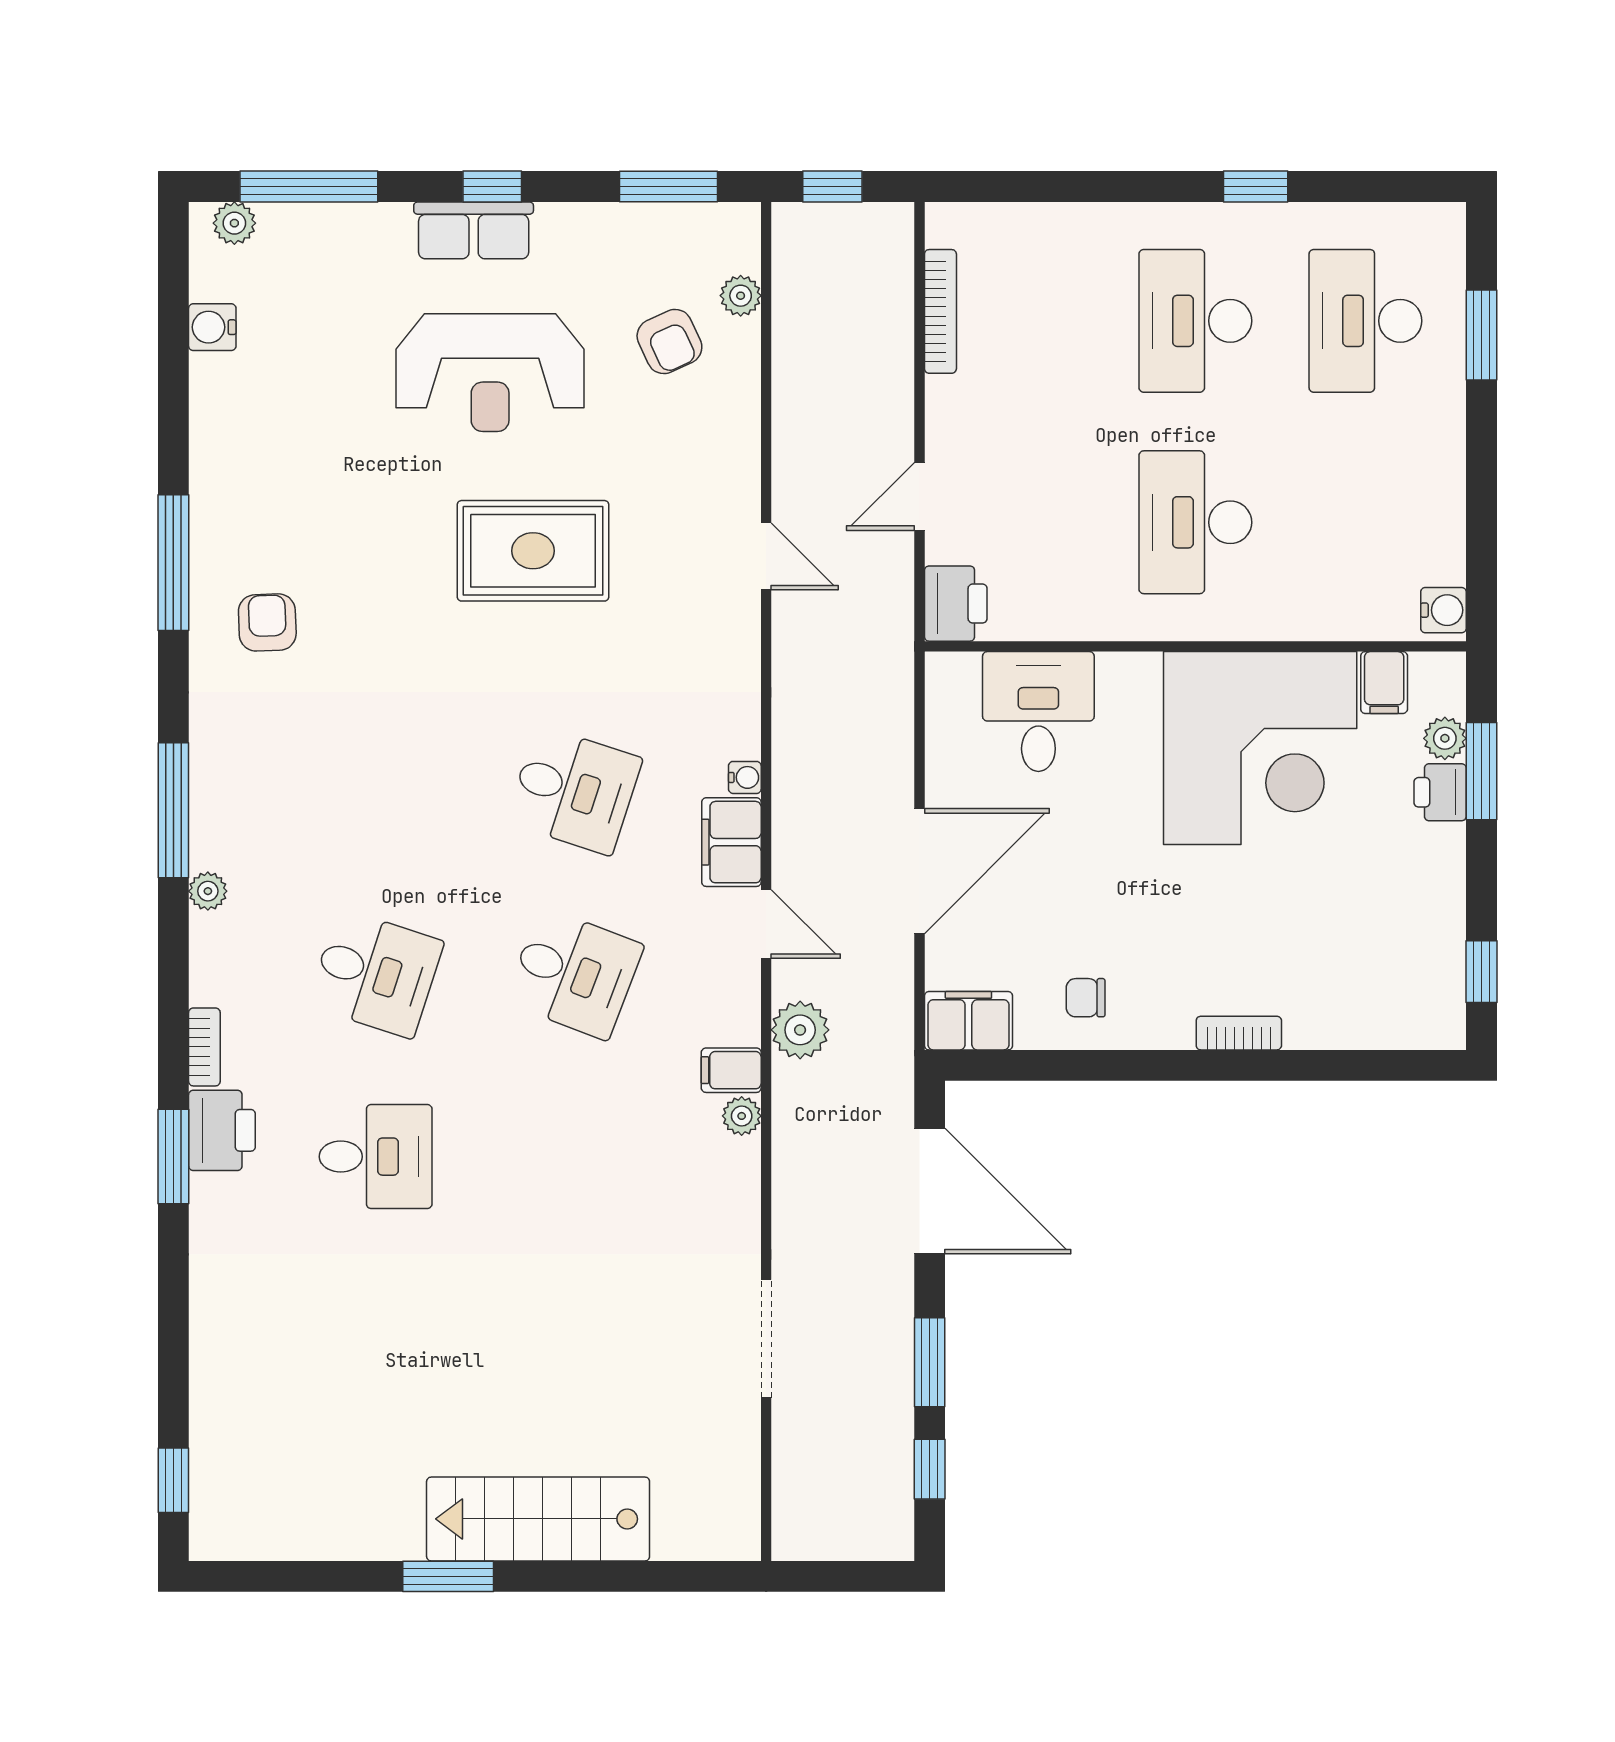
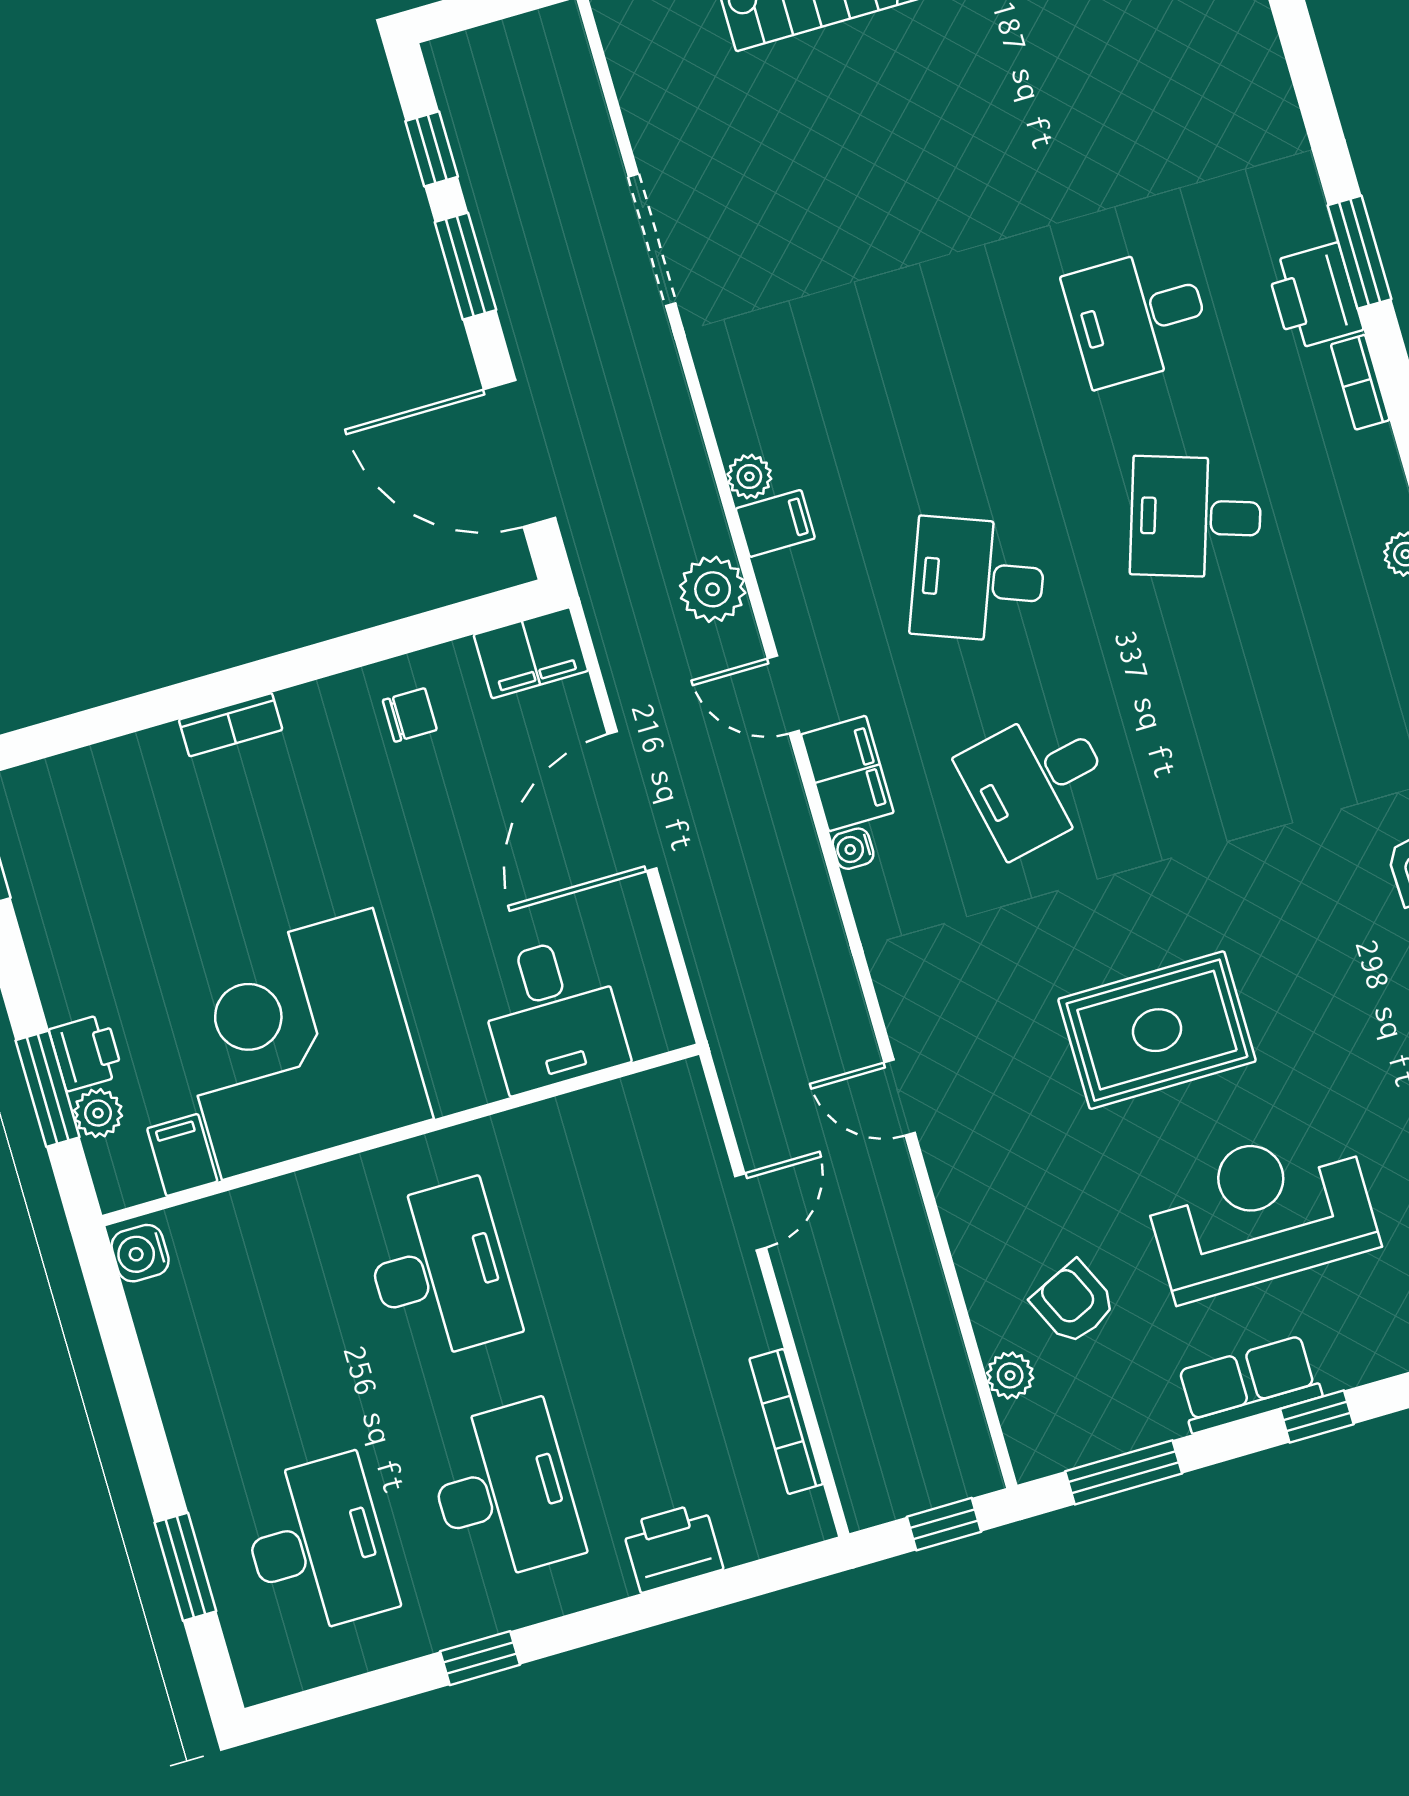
row of seats: (474, 230) -> (1249, 1384), moved
printer: (956, 604) -> (672, 1547), moved, turned 90
desk: (574, 790) -> (1036, 781), turned -30

